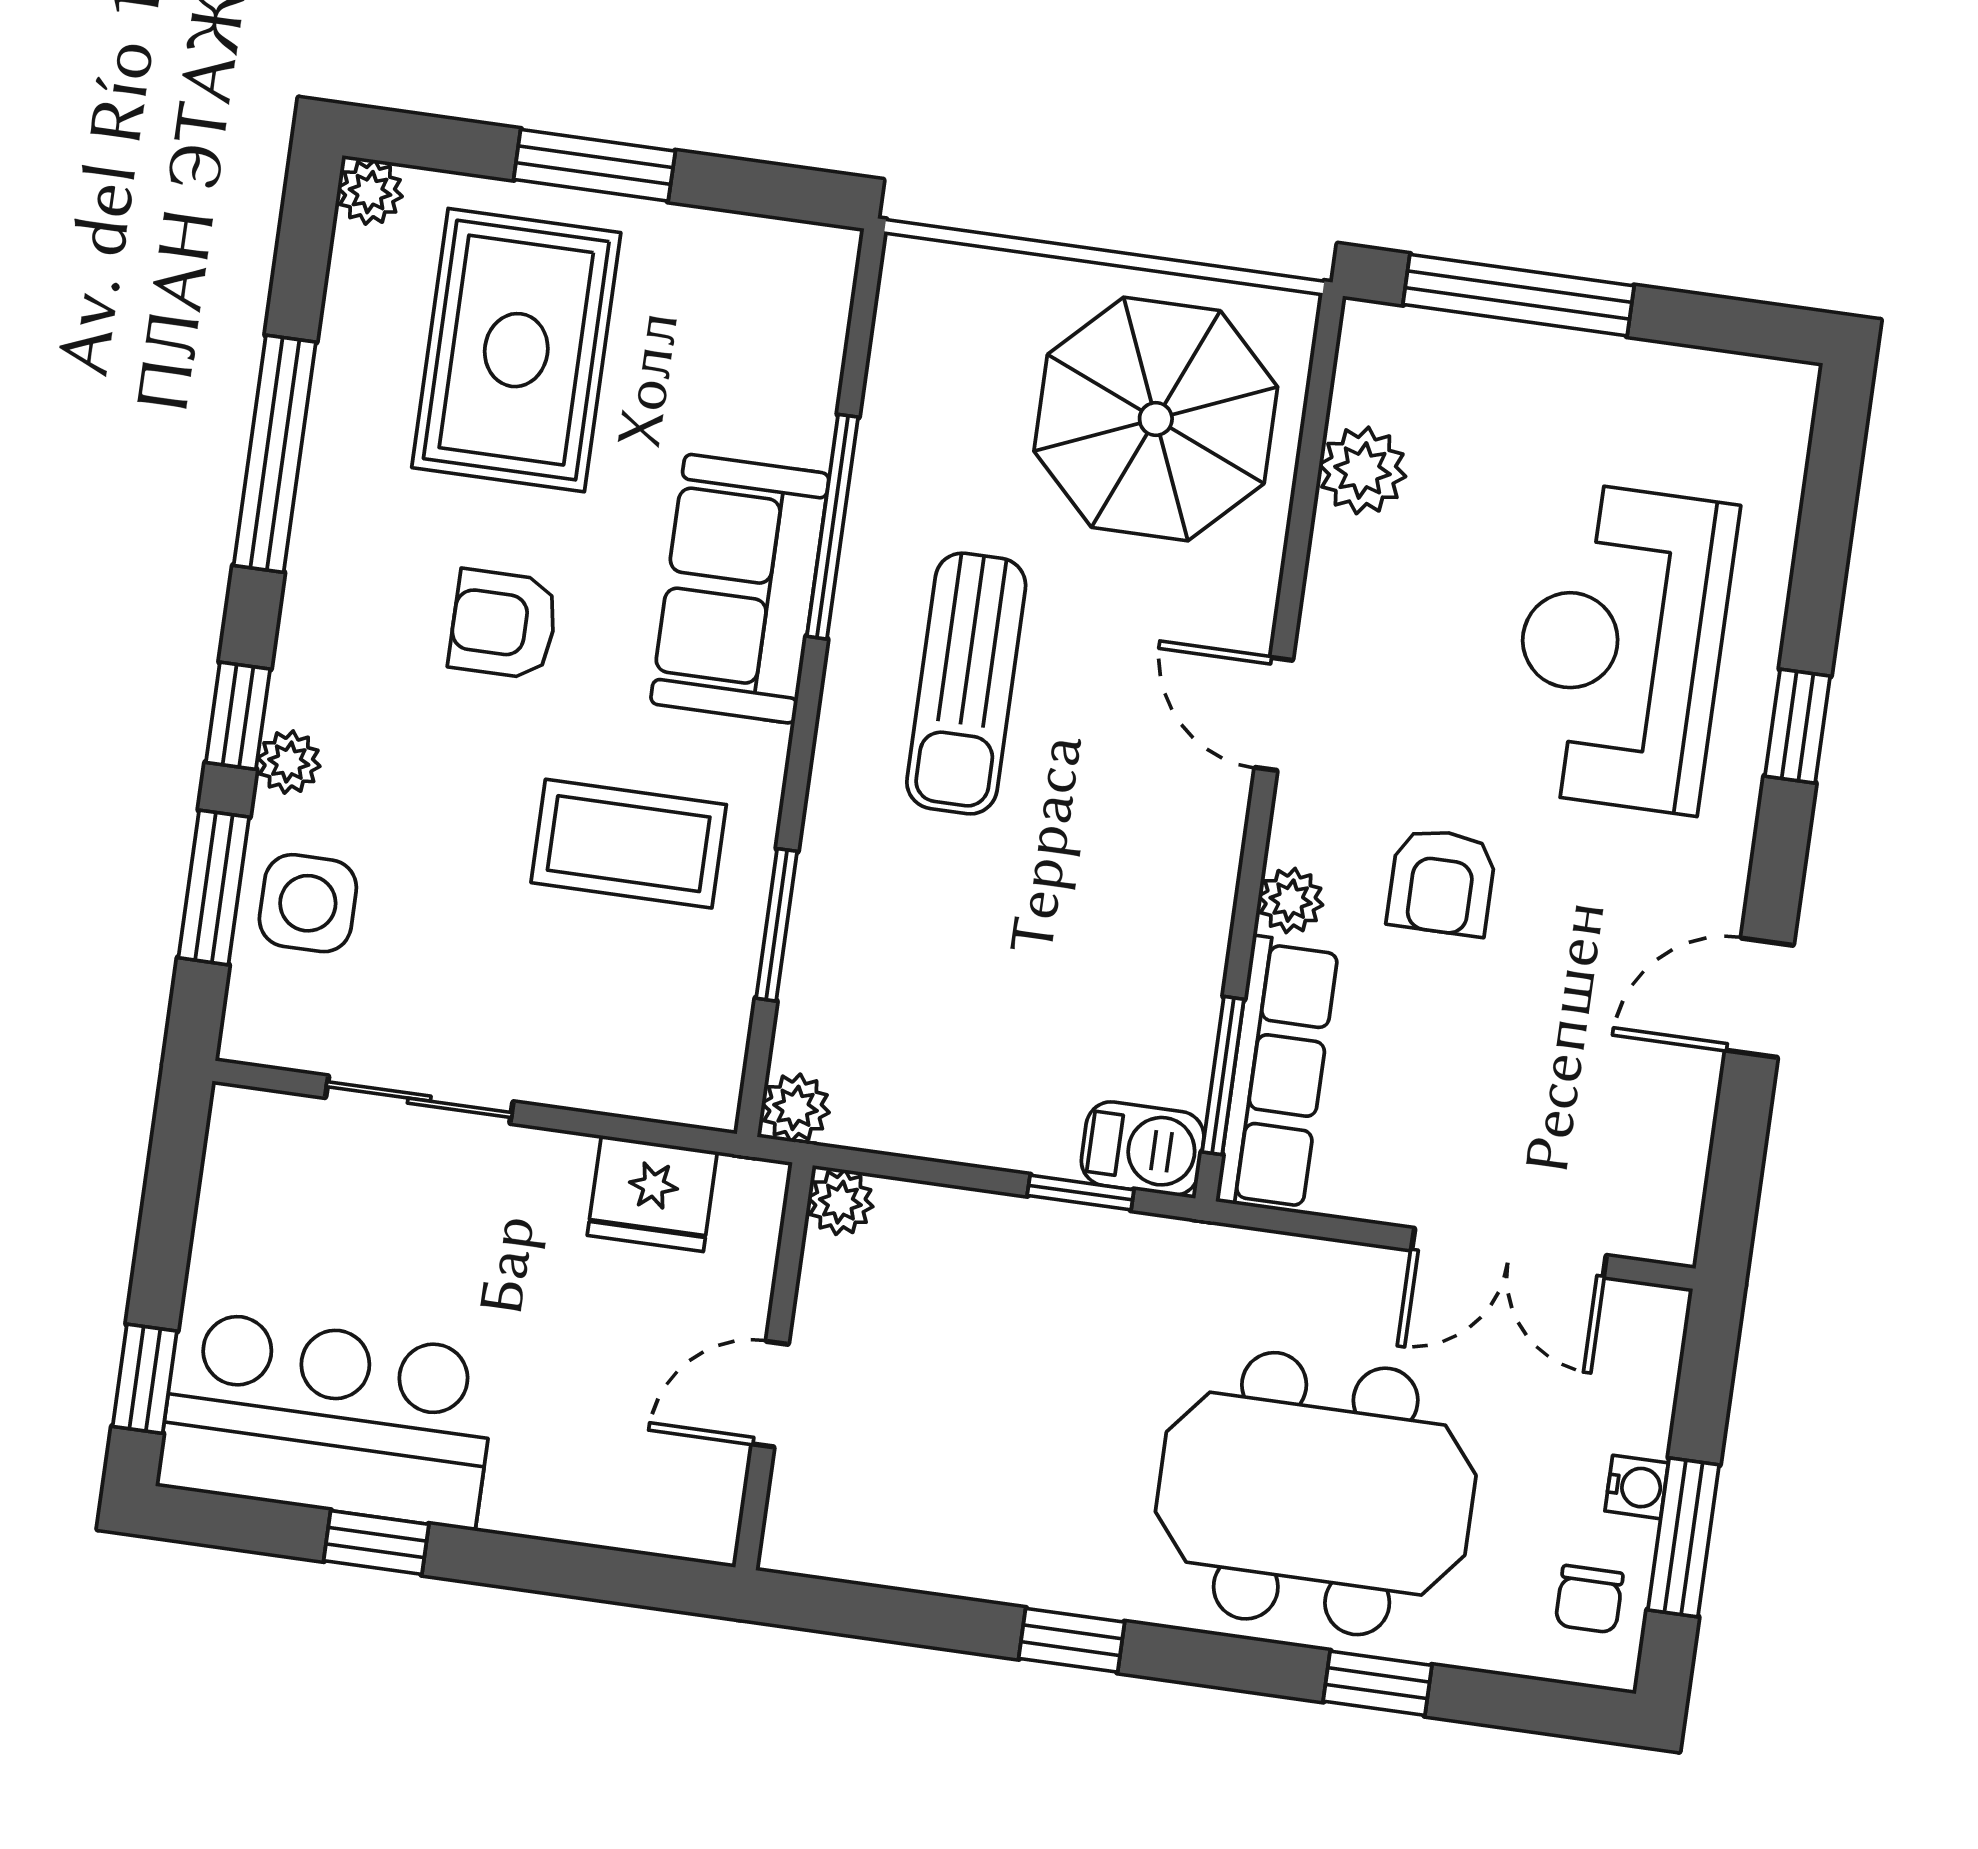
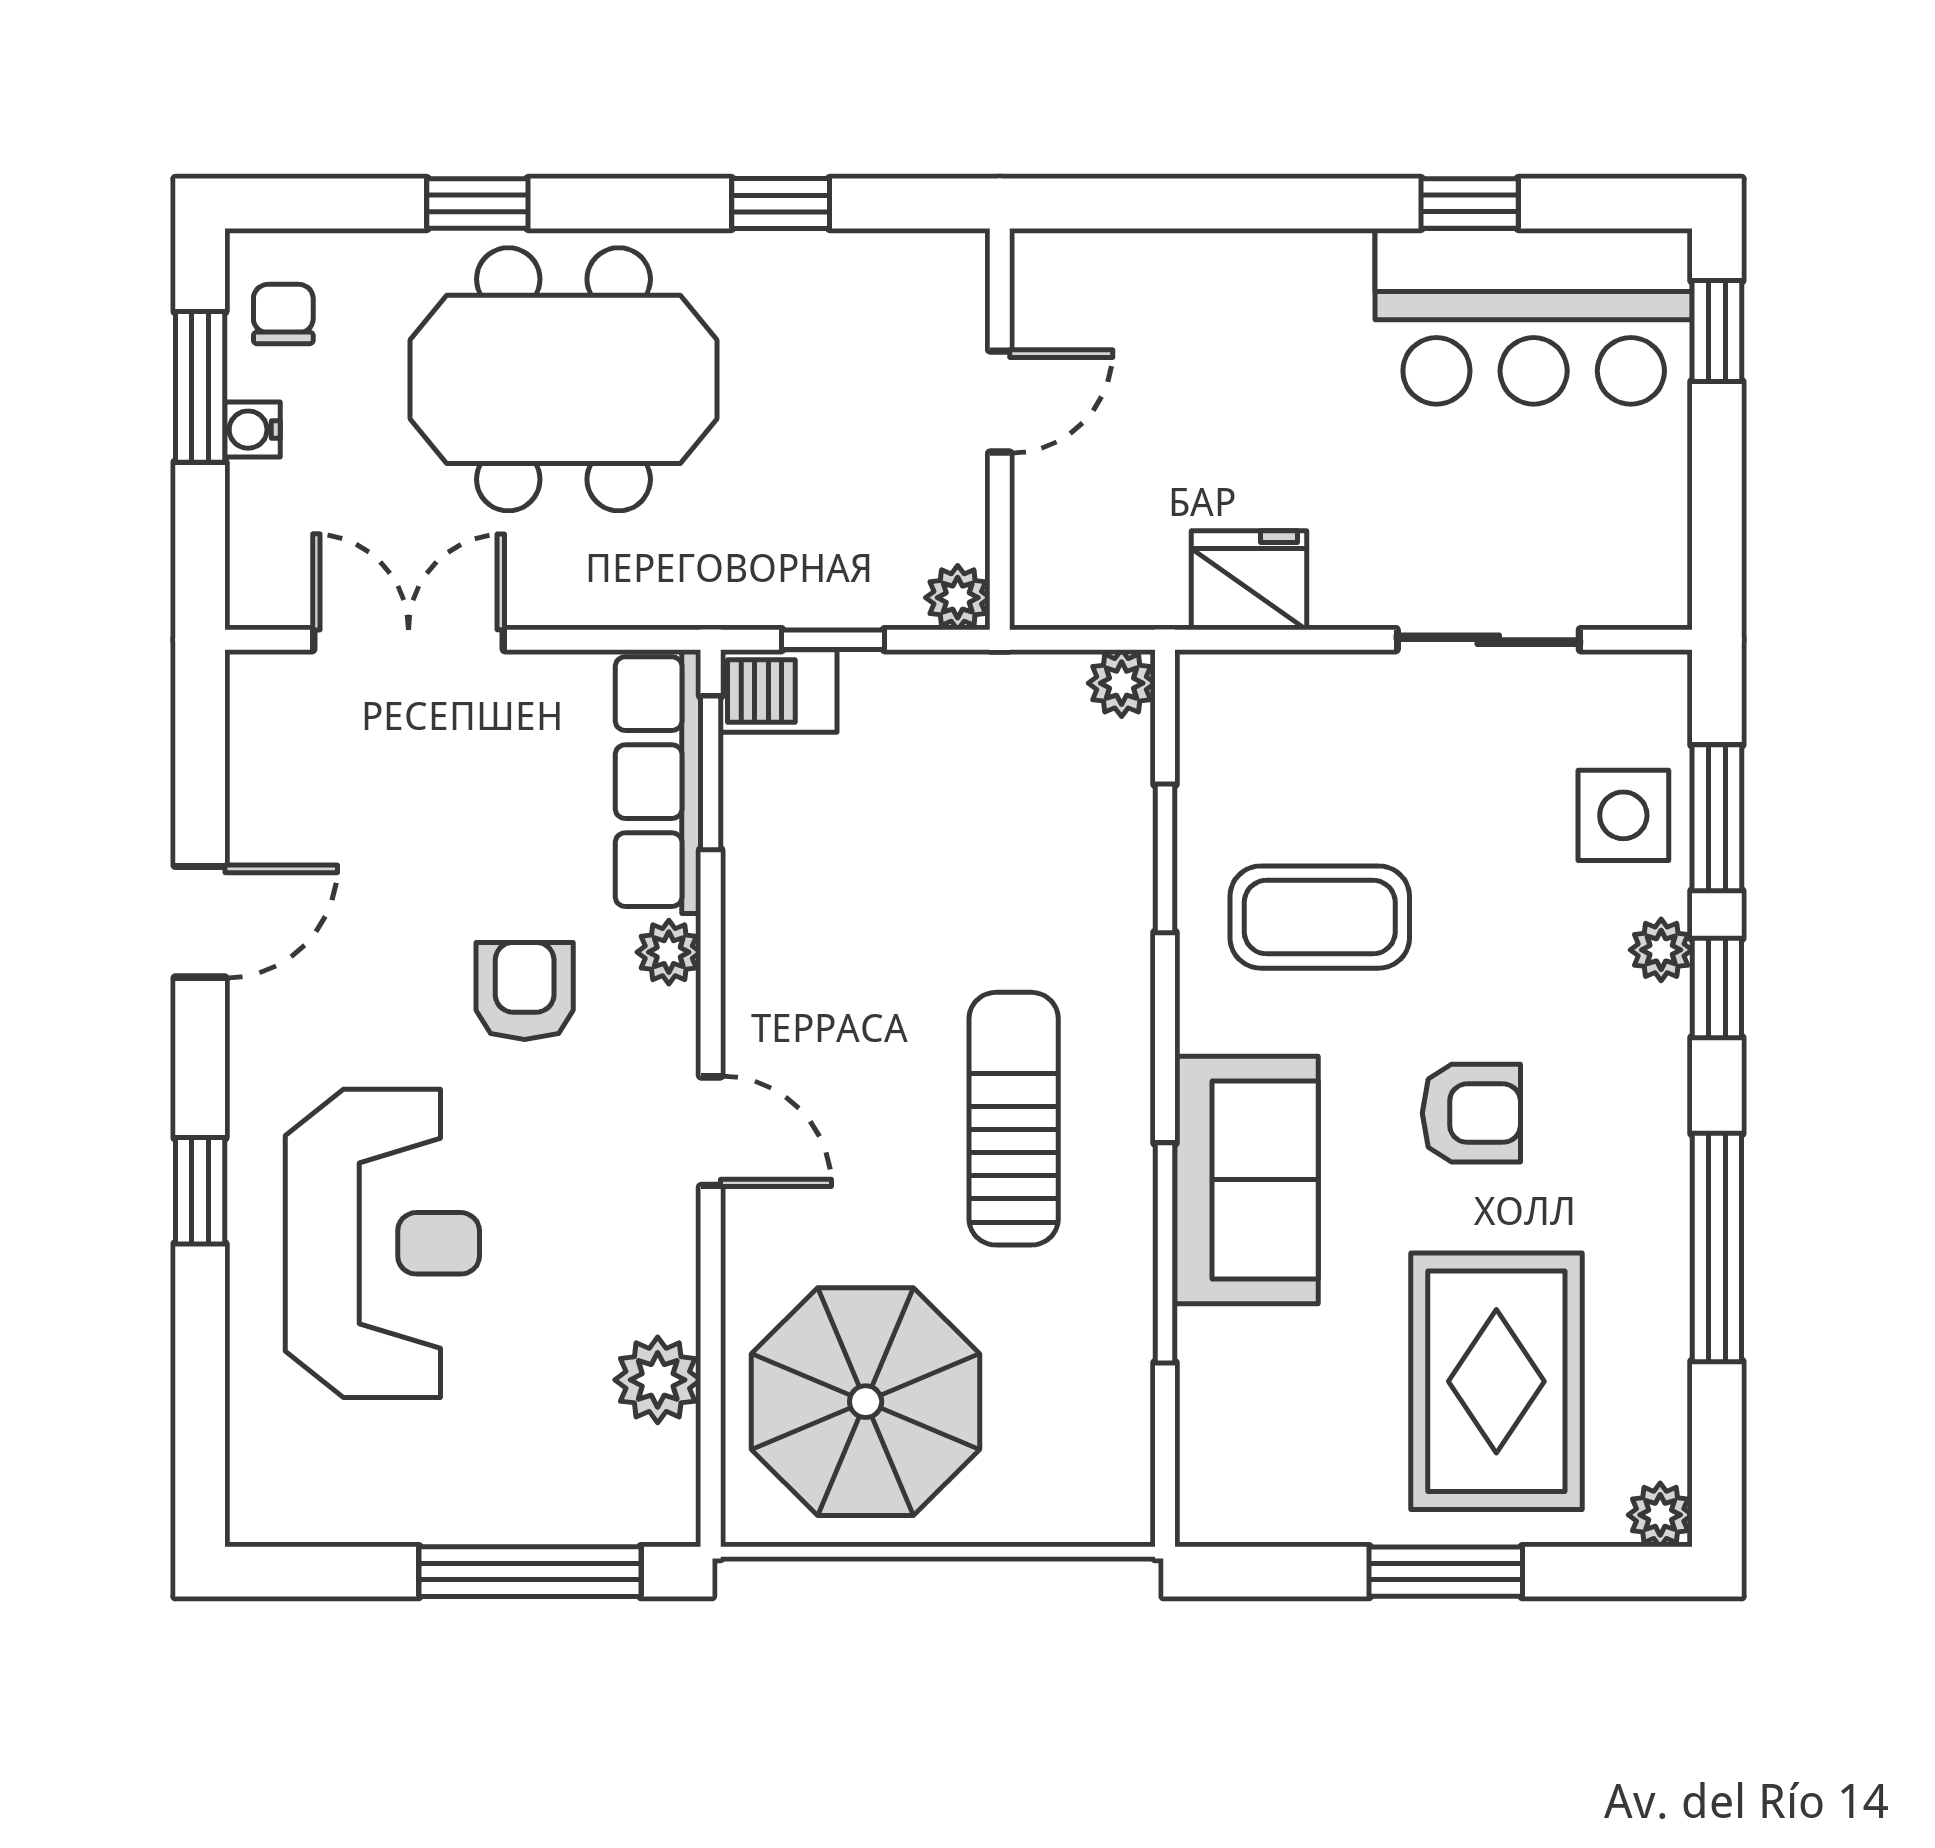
plant: (840, 1202) -> (958, 598), moved
wall: (774, 1366) -> (1000, 429), moved
door: (770, 1394) -> (1000, 401), moved

